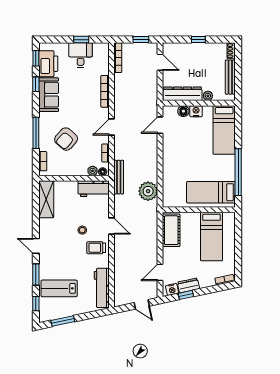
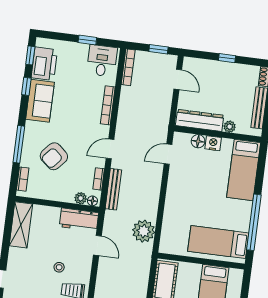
desk: (81, 55) -> (102, 61), moved
bench: (119, 177) -> (113, 189), moved
door: (112, 226) -> (97, 245), moved

